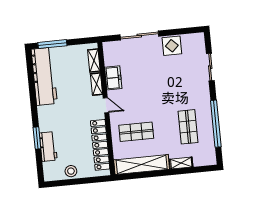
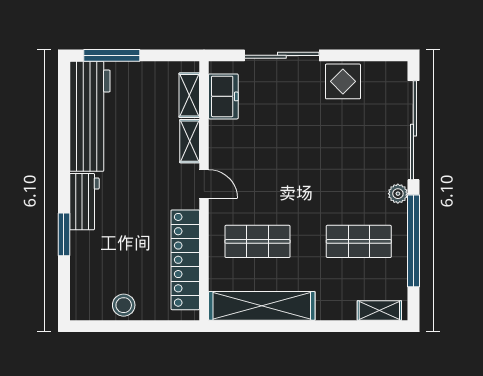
sliding door: (210, 67) -> (413, 130), width x1.86
freezer: (113, 78) -> (223, 96), moved
plant: (206, 100) -> (398, 194), added
shop shelf: (188, 127) -> (359, 241), turned 90
workbench: (48, 146) -> (84, 202), moved
shelving: (181, 163) -> (379, 310), moved

